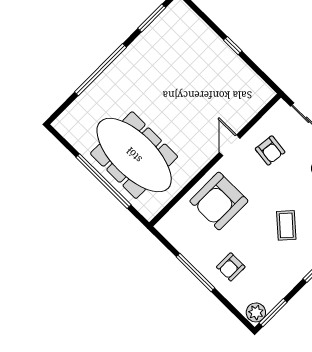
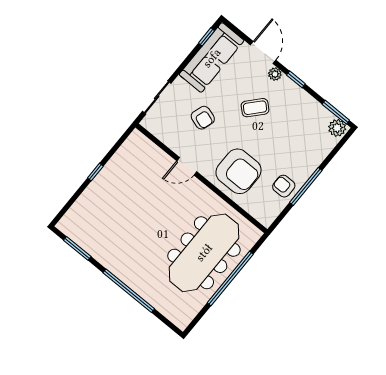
armchair: (270, 150) -> (203, 118), moved, turned 101
armchair: (231, 267) -> (284, 186), moved, turned 180

